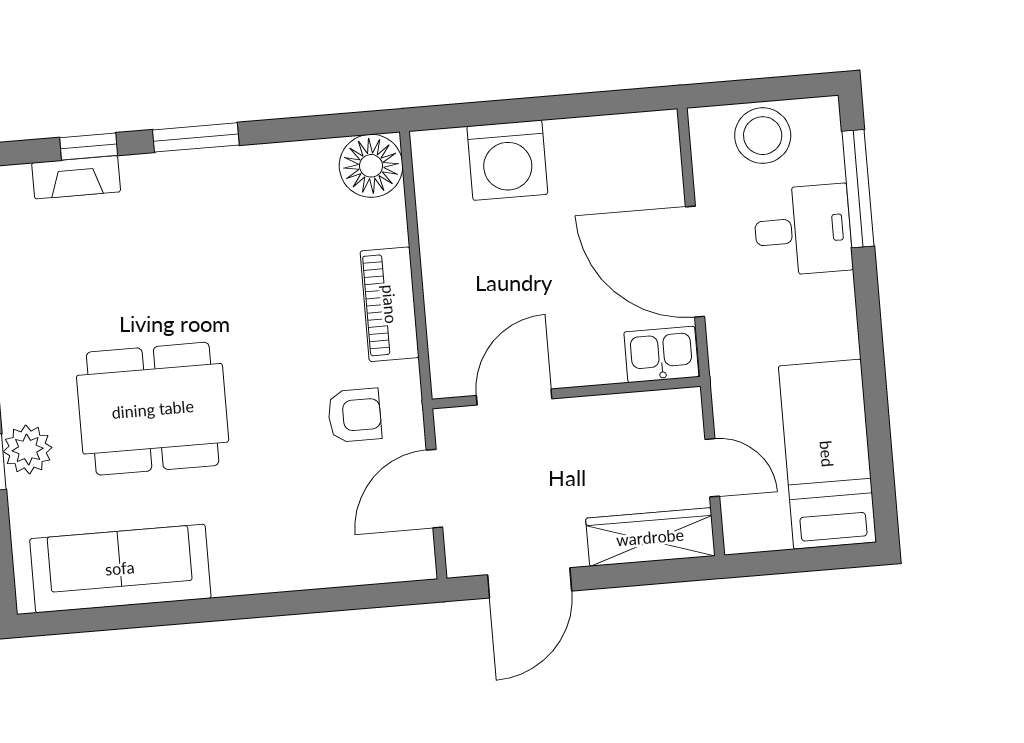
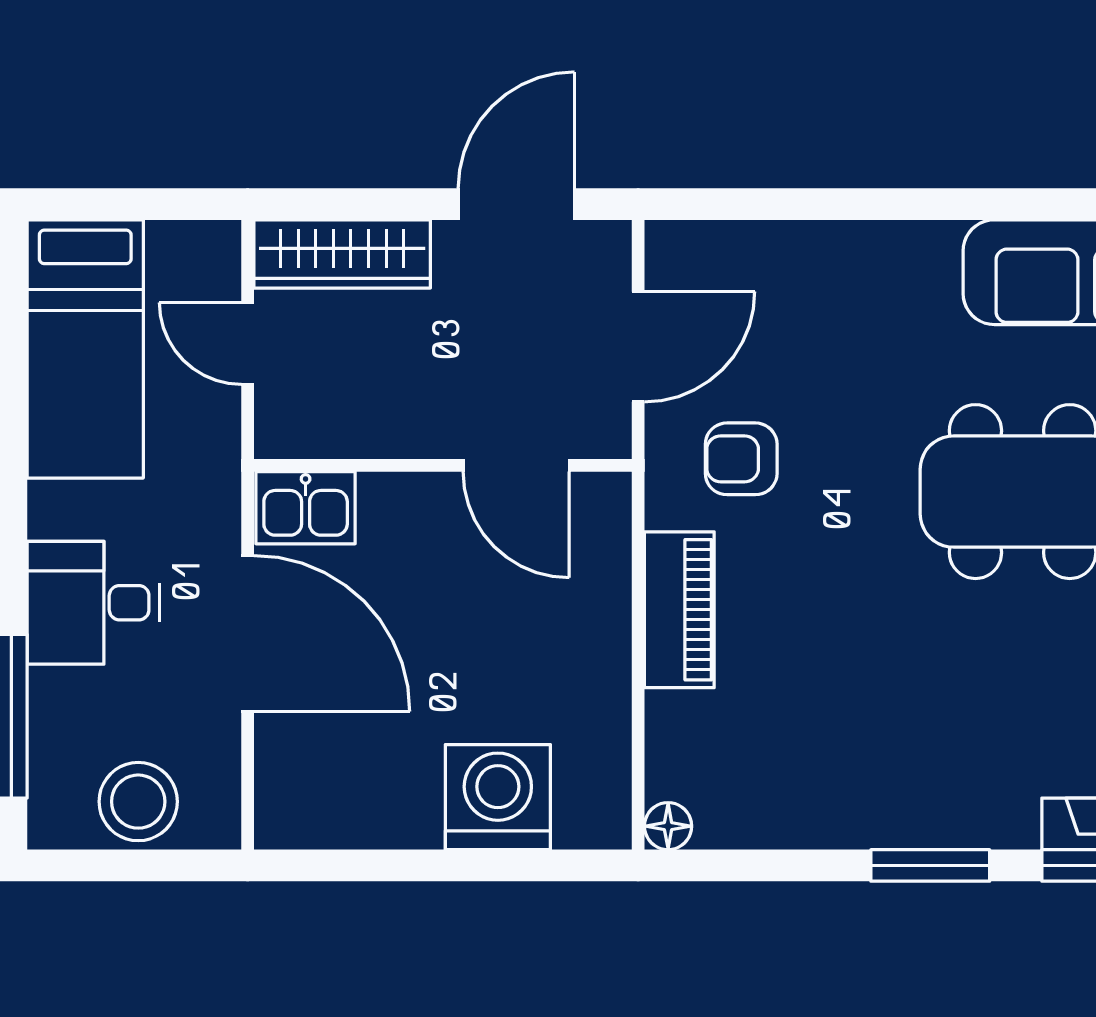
floor lamp: (371, 166) -> (668, 826), width x0.53, depth x0.53
desk: (803, 230) -> (93, 603), moved
door: (514, 397) -> (516, 465), hinge flipped

